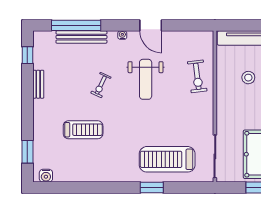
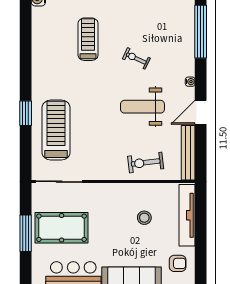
bench: (81, 37) -> (188, 153), moved
treadmill: (83, 130) -> (88, 39), turned 180

